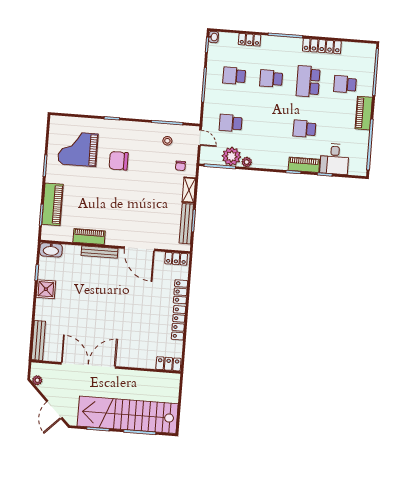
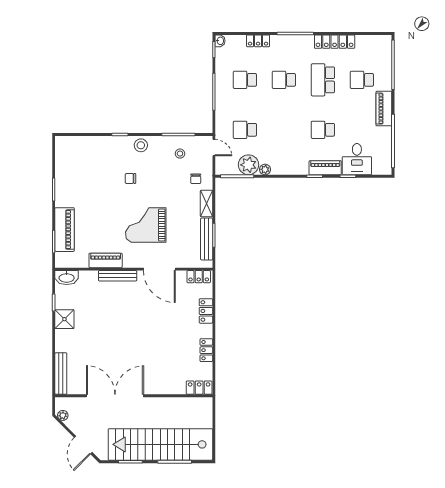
stool: (131, 130) -> (141, 145), added
grand piano: (78, 149) -> (146, 225), moved
chair: (119, 161) -> (130, 178), width x0.54, depth x0.54
locker: (178, 323) -> (206, 350), width x0.66

